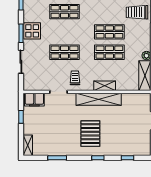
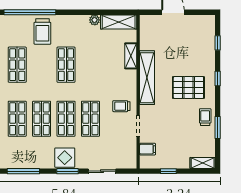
shop shelf: (109, 52) -> (66, 119), moved
shelving: (105, 86) -> (131, 56), moved
filing cabinet: (34, 100) -> (148, 149), width x0.50
trolley: (66, 147) -> (205, 117), added

